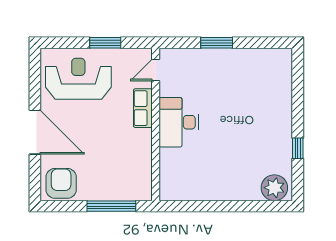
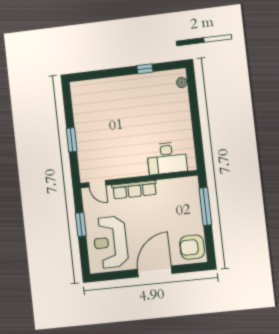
row of seats: (143, 108) -> (134, 190), width x1.48
desk: (179, 122) -> (167, 158), moved
plant: (274, 188) -> (182, 82), width x0.53, depth x0.53

